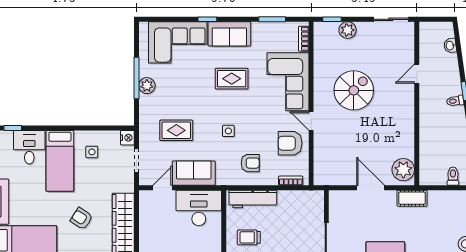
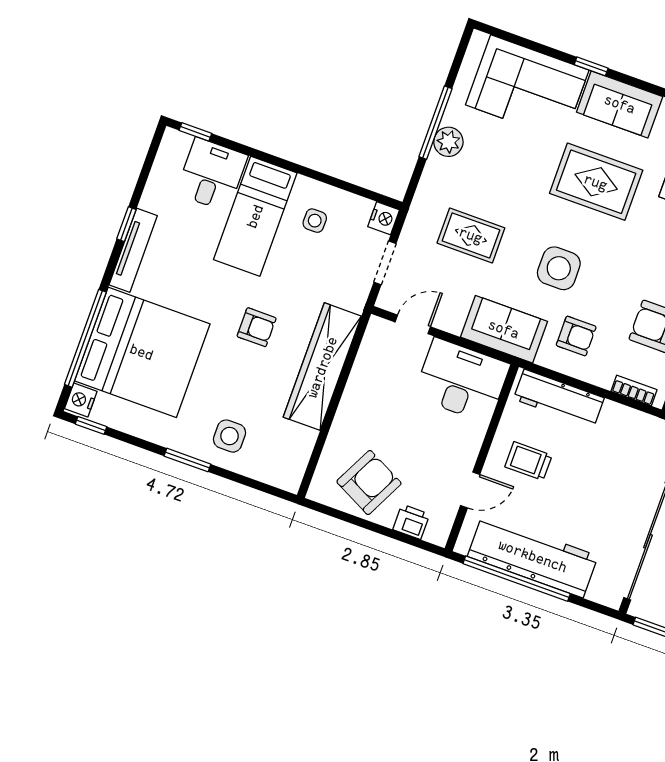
rug: (232, 79) -> (596, 182), width x1.36, depth x1.43
side table: (228, 131) -> (559, 268), width x1.87, depth x1.87
sofa: (194, 173) -> (504, 329), moved
armchair: (81, 219) -> (257, 327), turned 147

